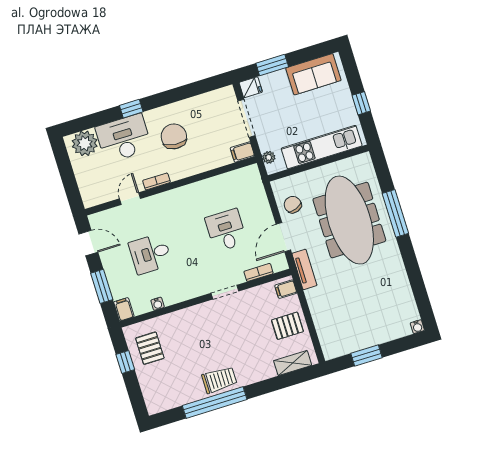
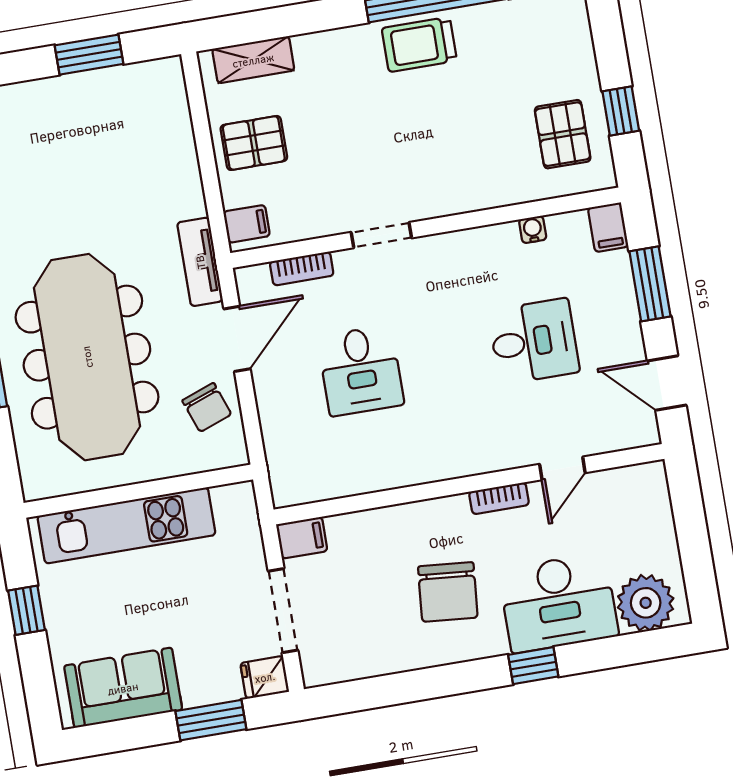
plant: (269, 157) -> (245, 518), removed

